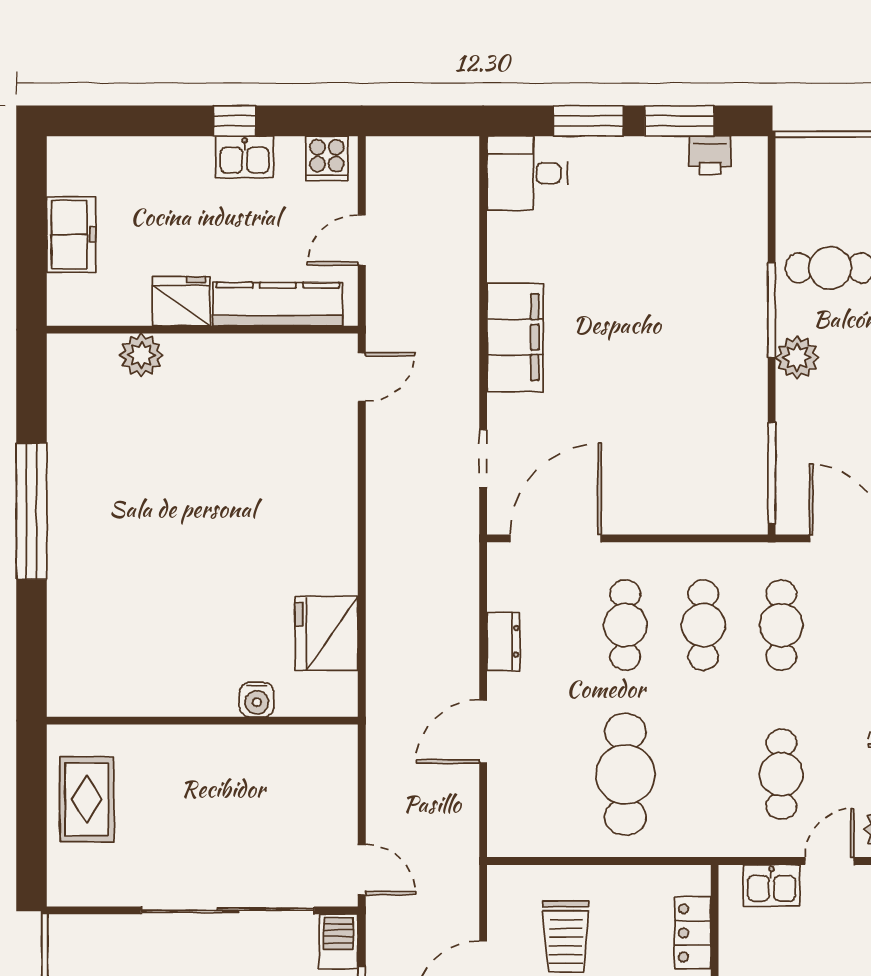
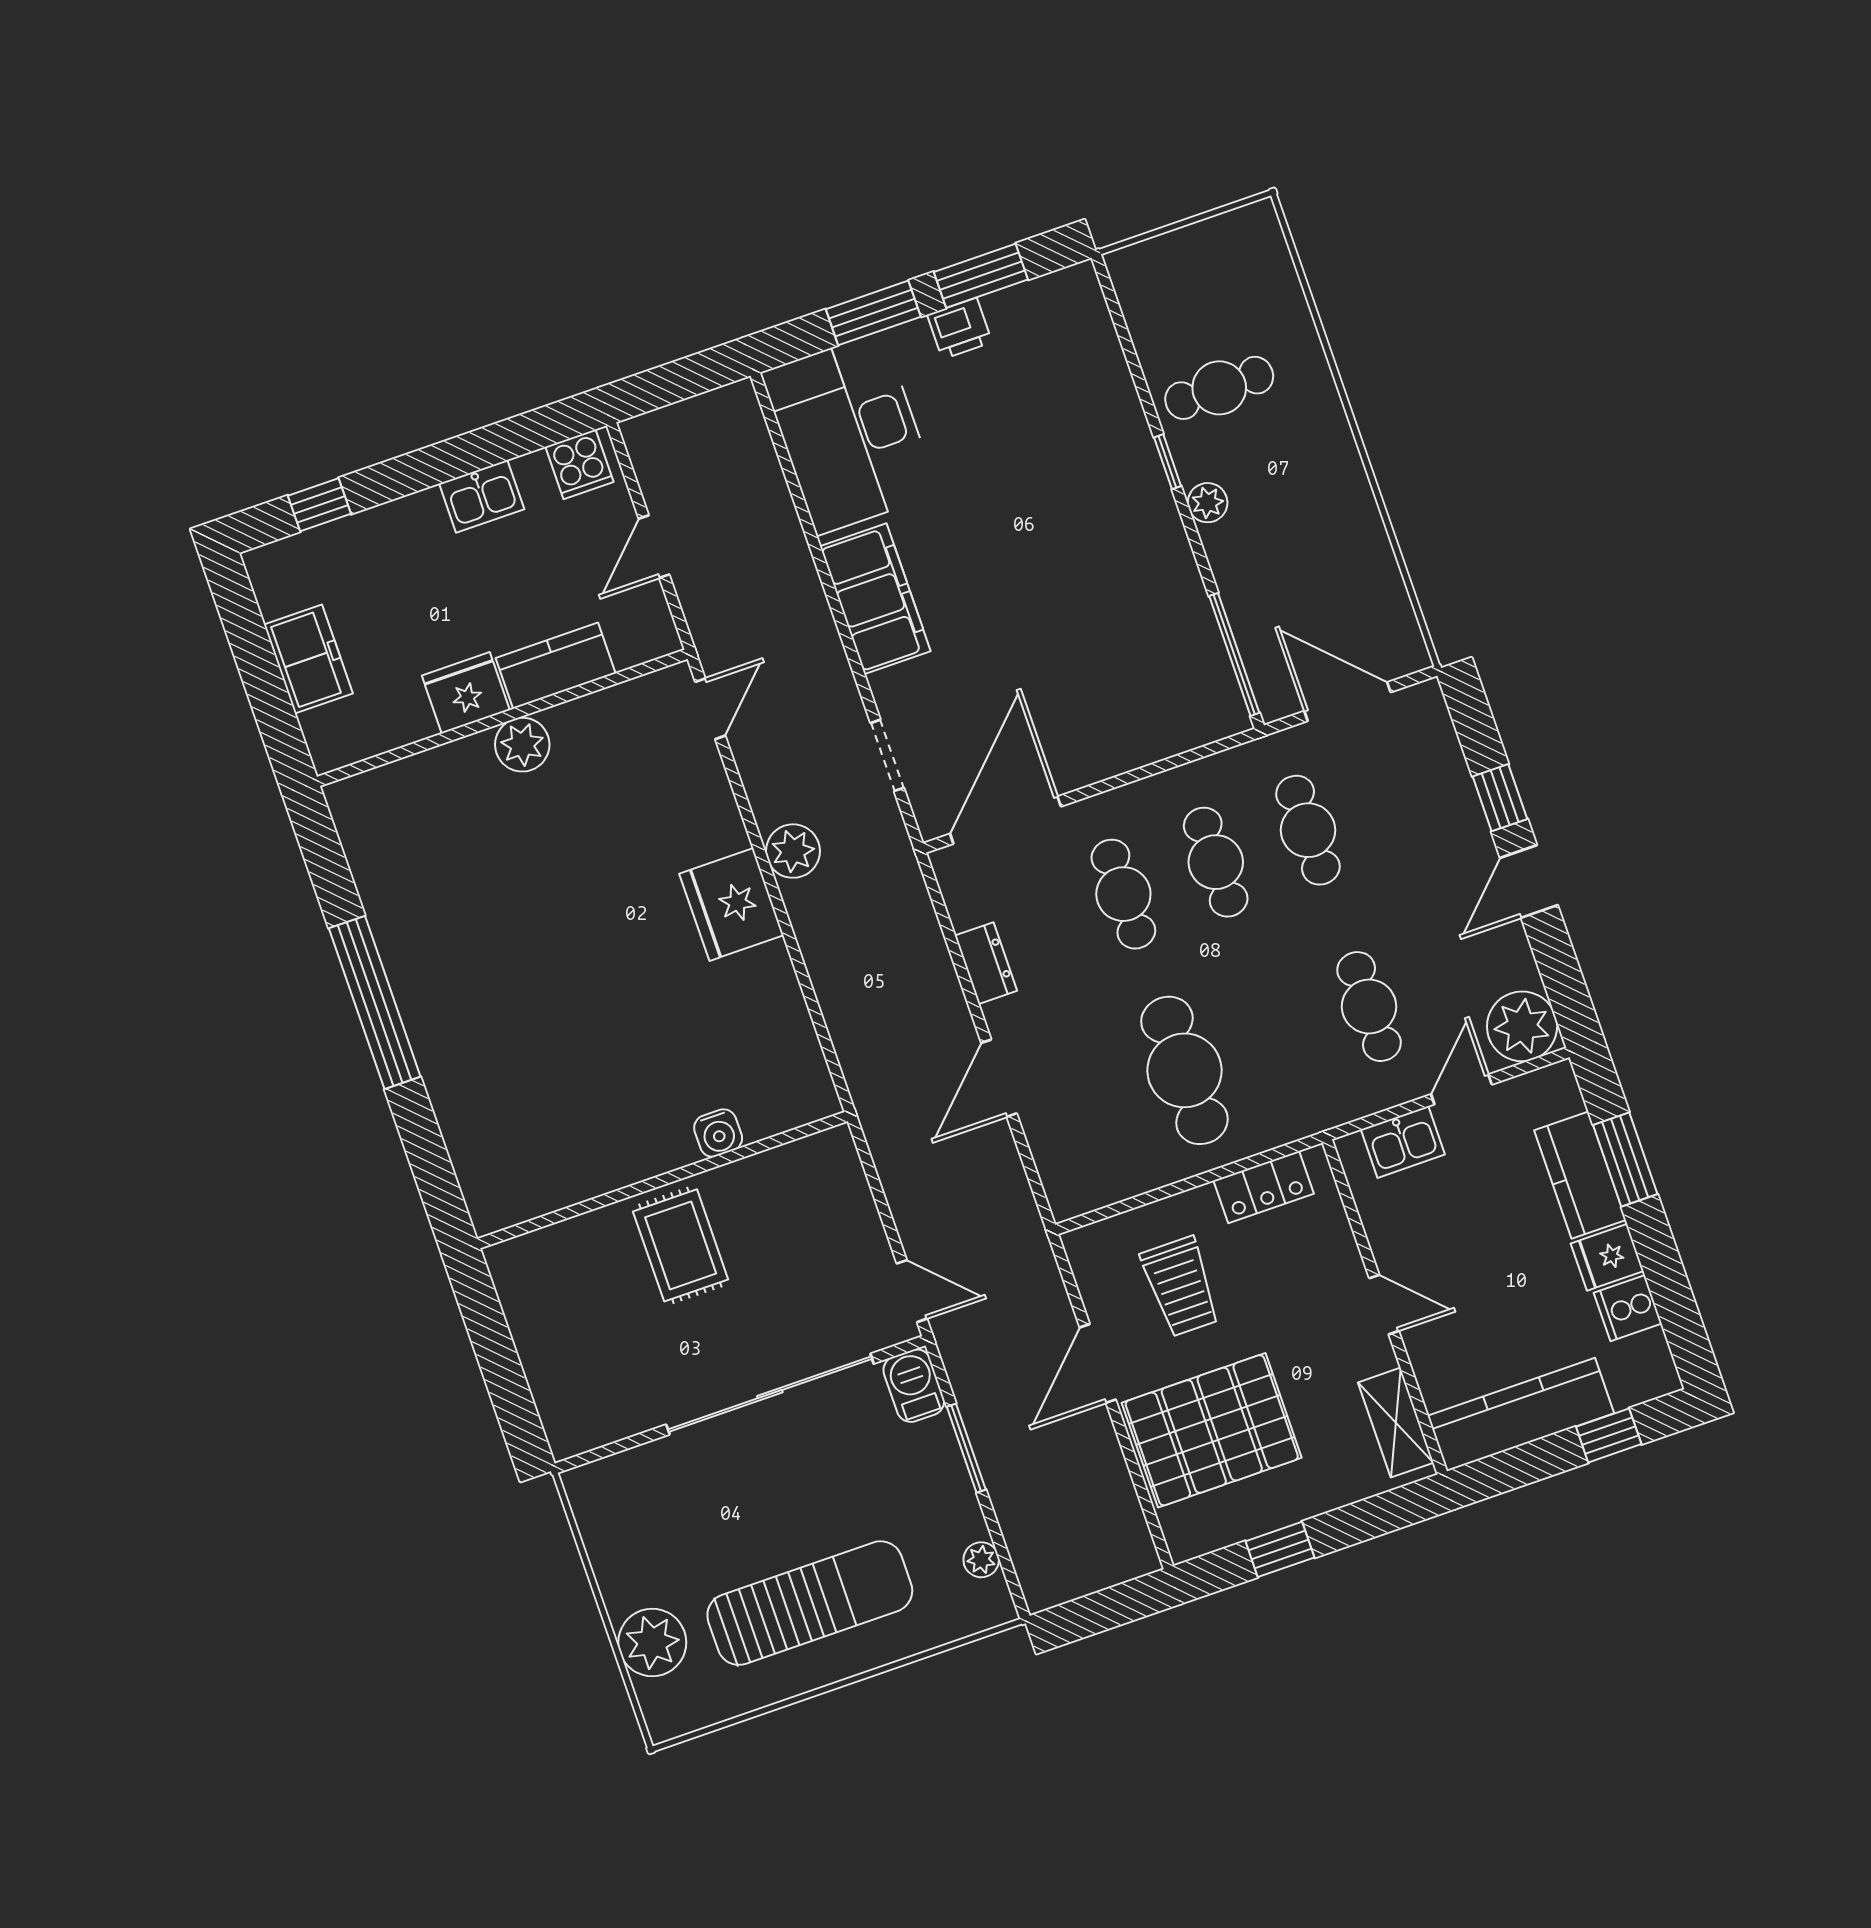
window: (235, 121) -> (319, 505), moved
printer: (710, 155) -> (960, 328), moved
desk: (527, 173) -> (849, 433), width x1.87, depth x1.30
kitchen counter: (278, 304) -> (556, 666), width x0.67
window: (772, 310) -> (1168, 462), width x0.46
plant: (141, 355) -> (522, 745), moved
plant: (797, 357) -> (1208, 503), width x0.73, depth x0.73
plant: (387, 506) -> (793, 851), added
fridge: (327, 633) -> (731, 904), moved
rug: (87, 799) -> (681, 1245), moved
locker: (693, 933) -> (1264, 1187), moved, turned -90

